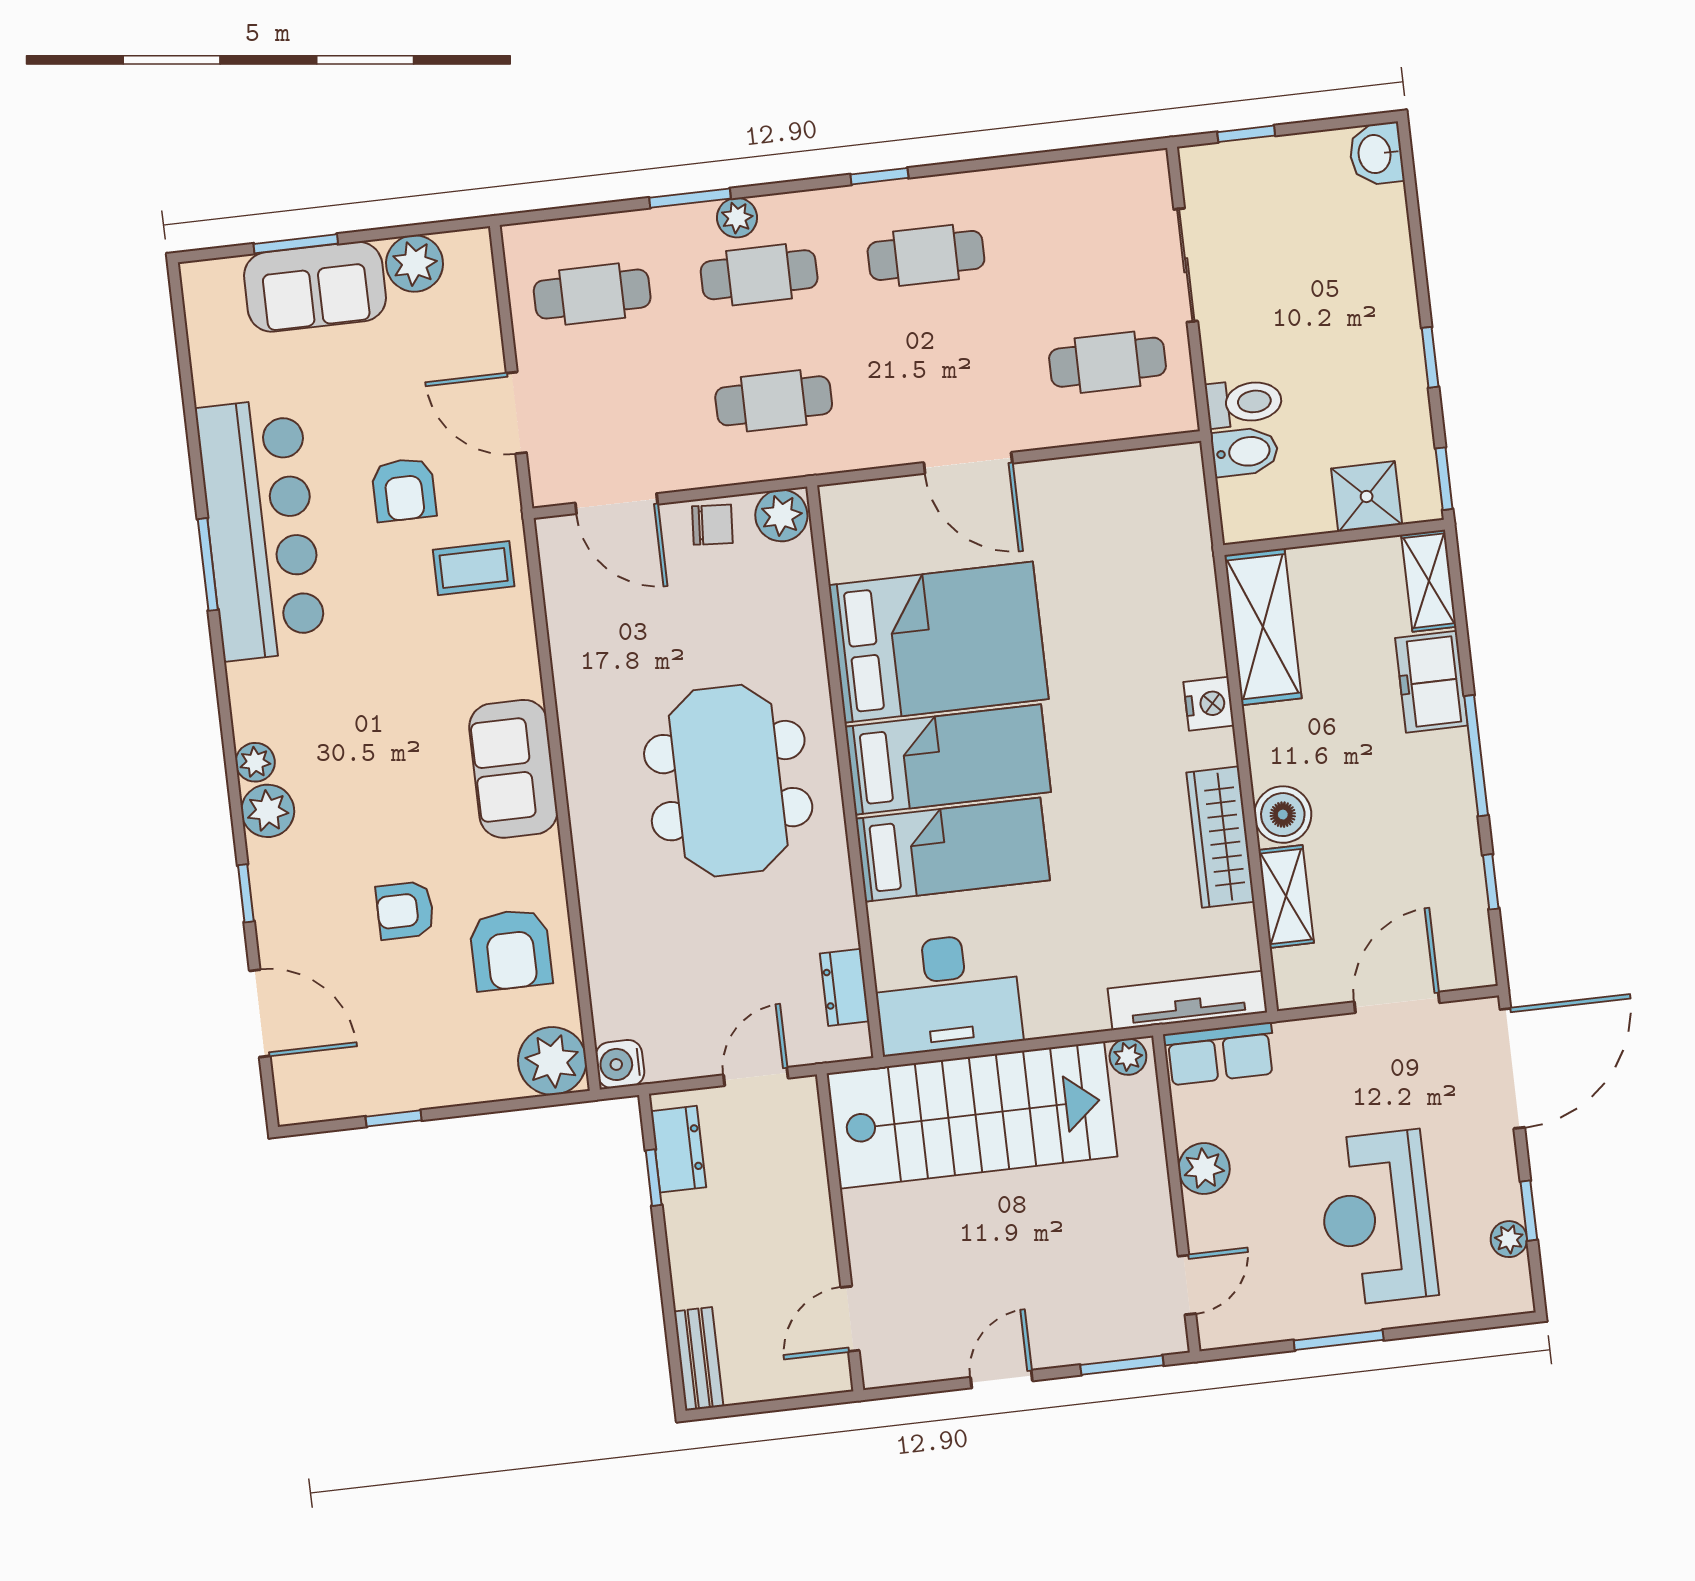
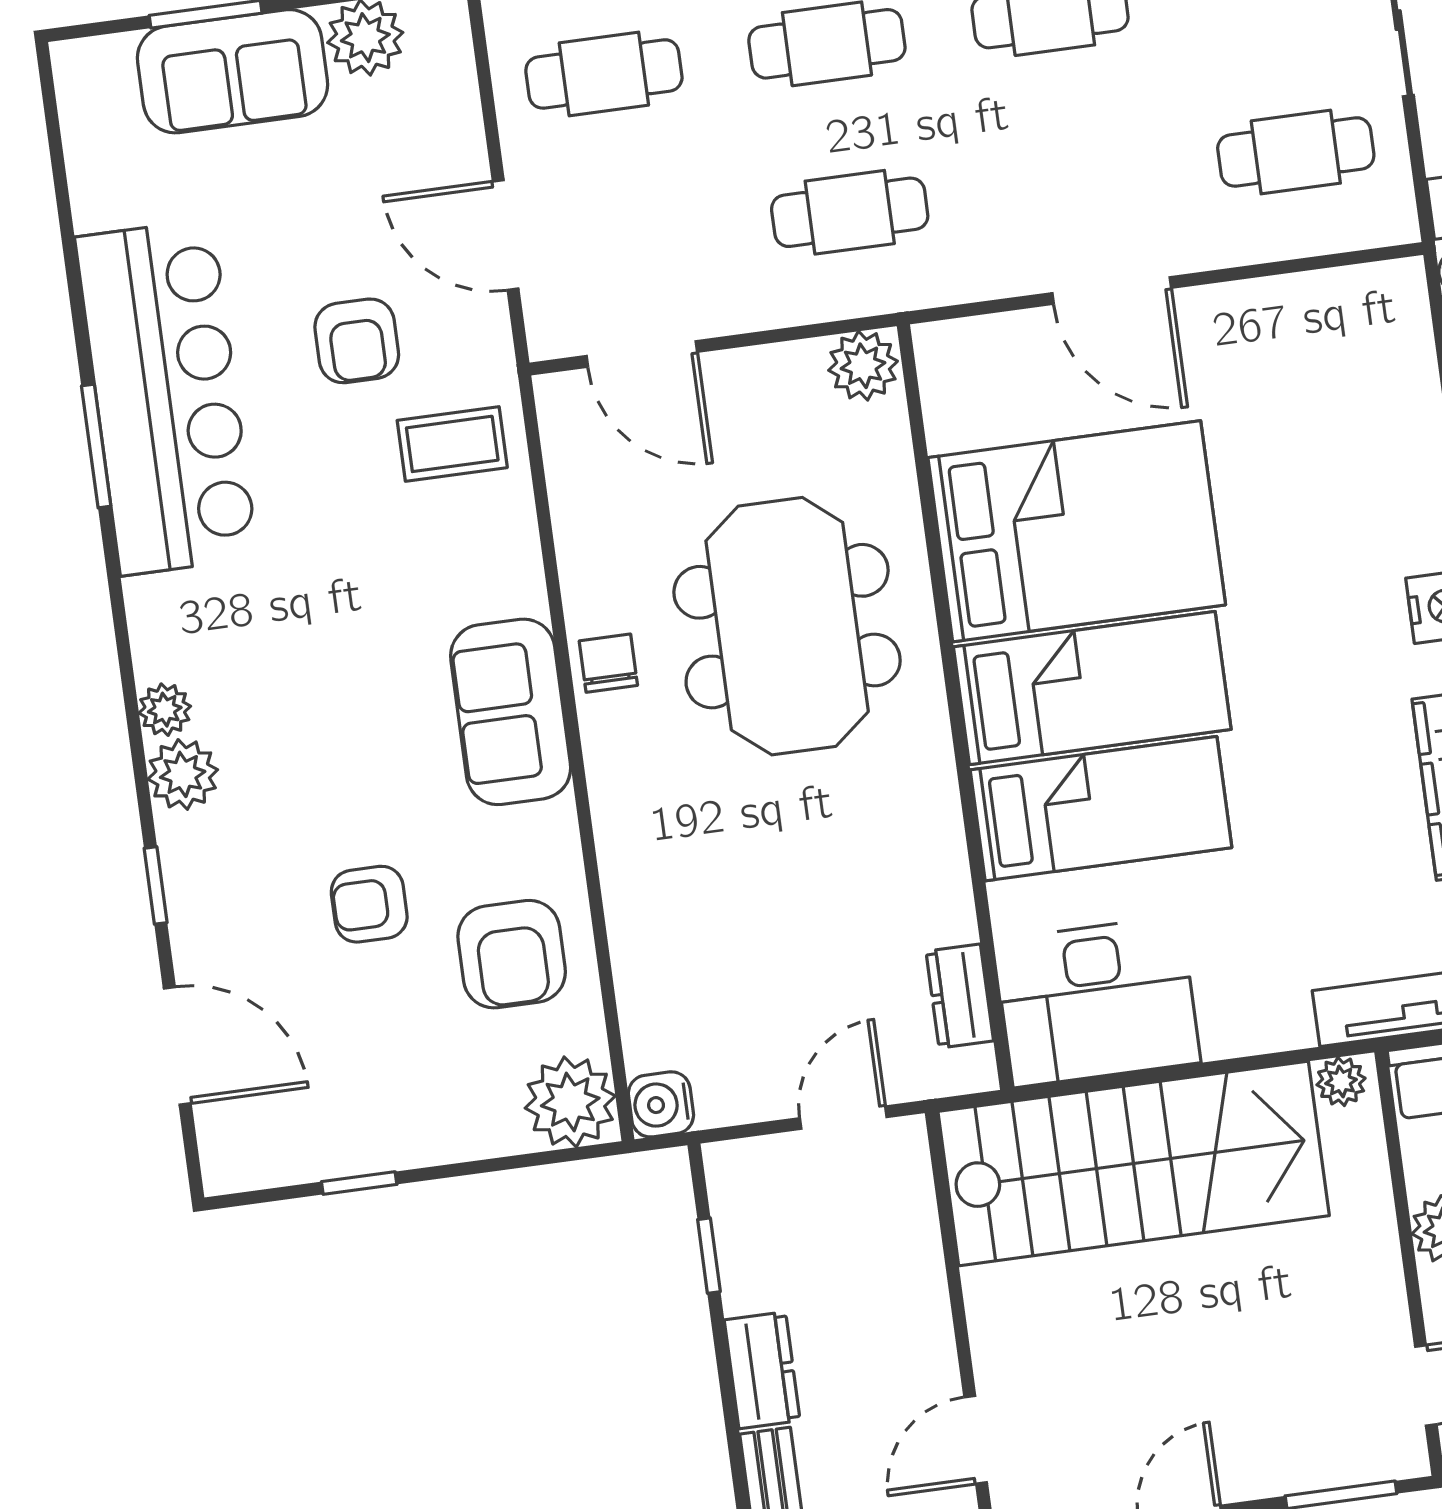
chair: (712, 525) -> (608, 663), moved, turned -94
meeting table: (728, 781) -> (787, 626), moved
dresser: (678, 1149) -> (762, 1370), moved

